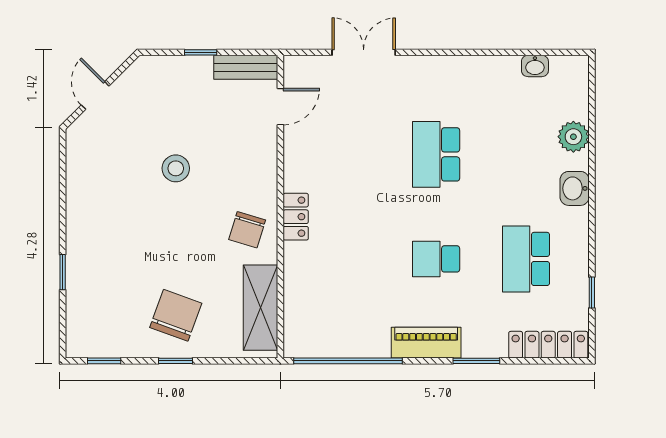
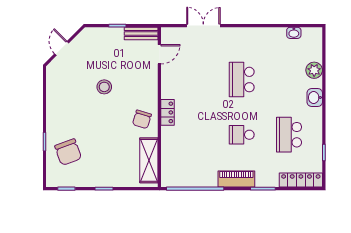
chair: (176, 315) -> (68, 152), moved, turned 140

